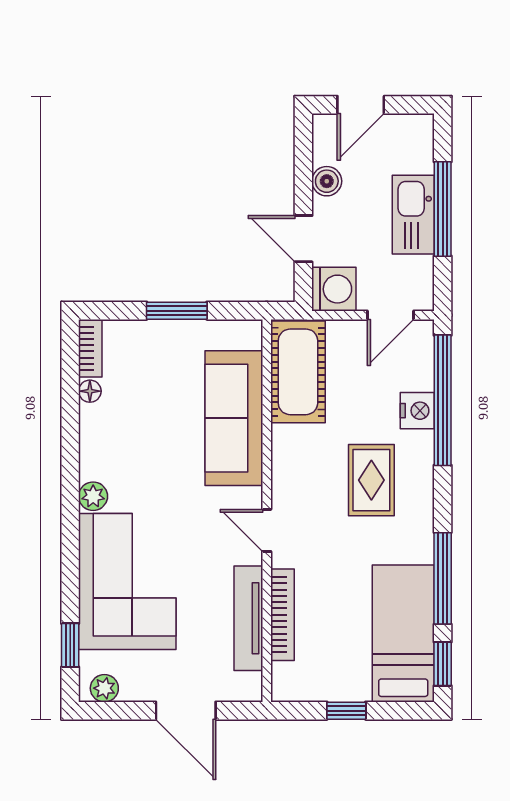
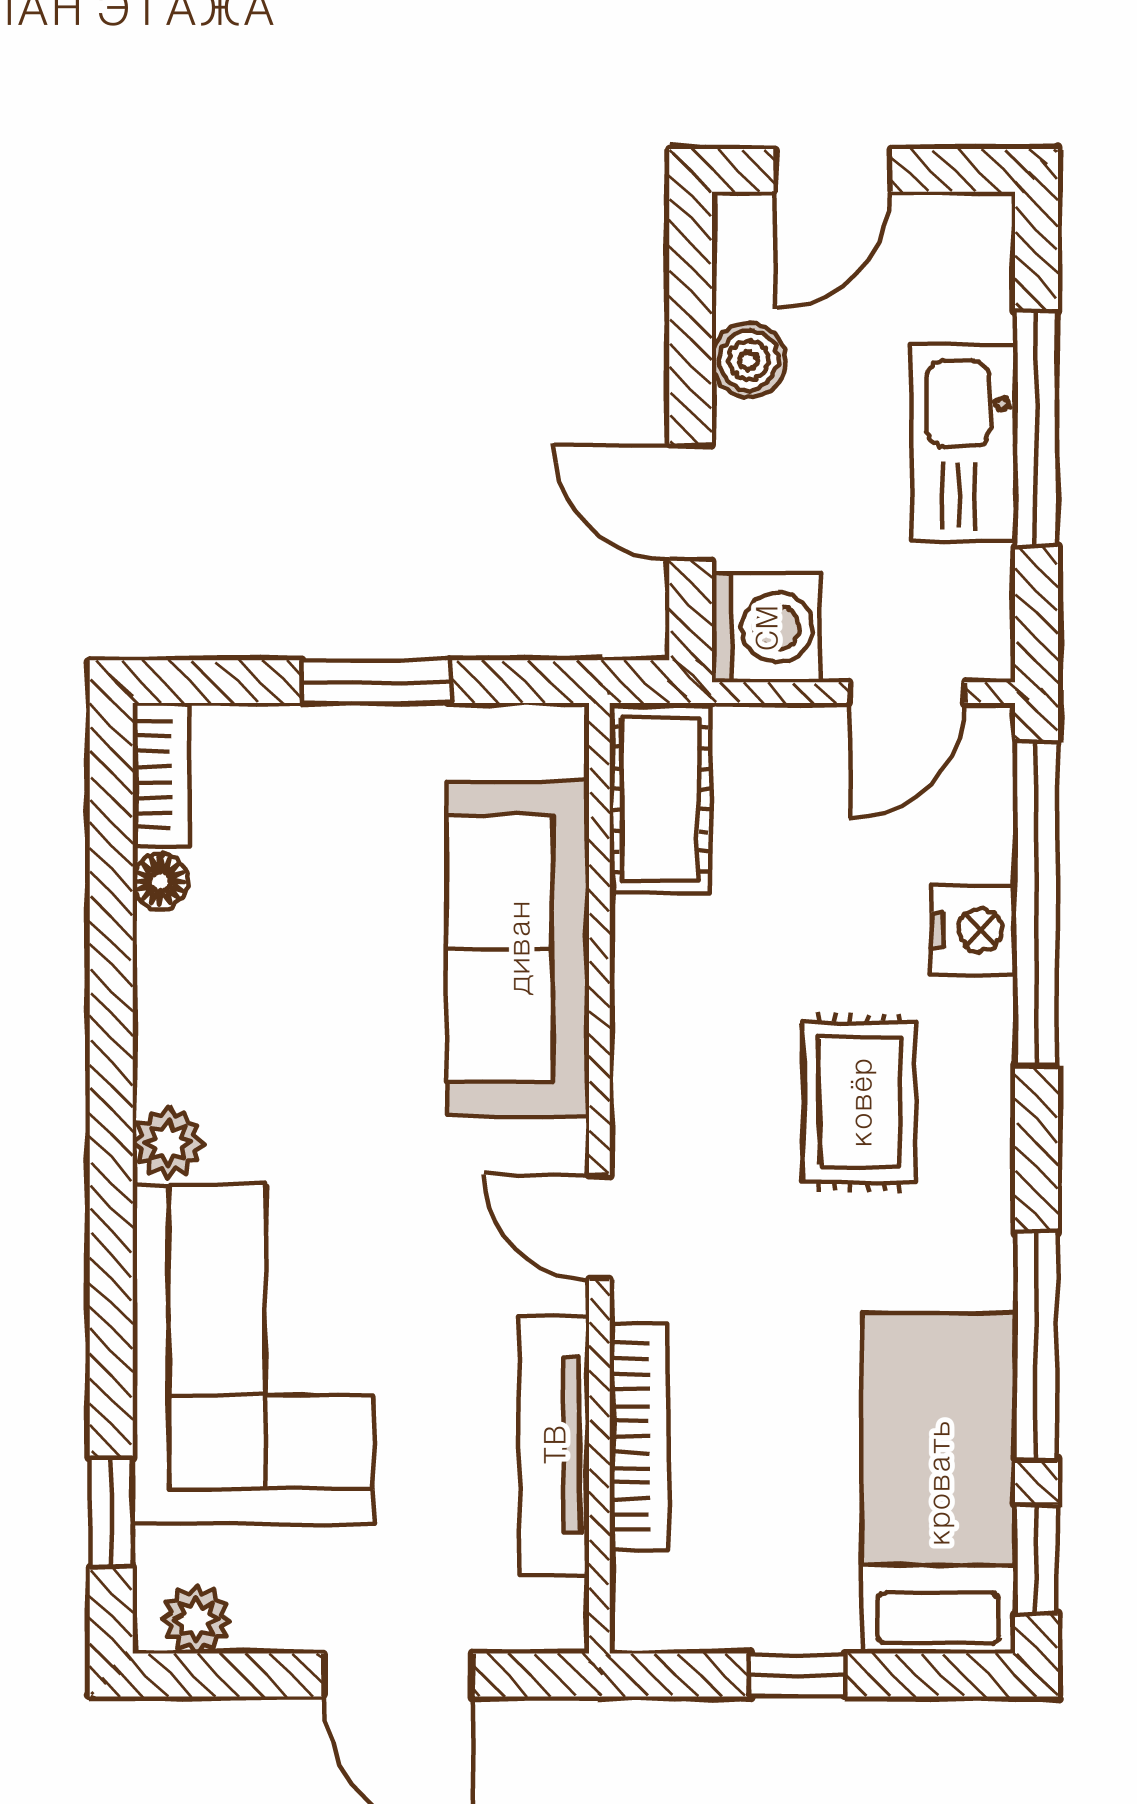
cot: (298, 372) -> (660, 799), width x0.73, depth x0.75

